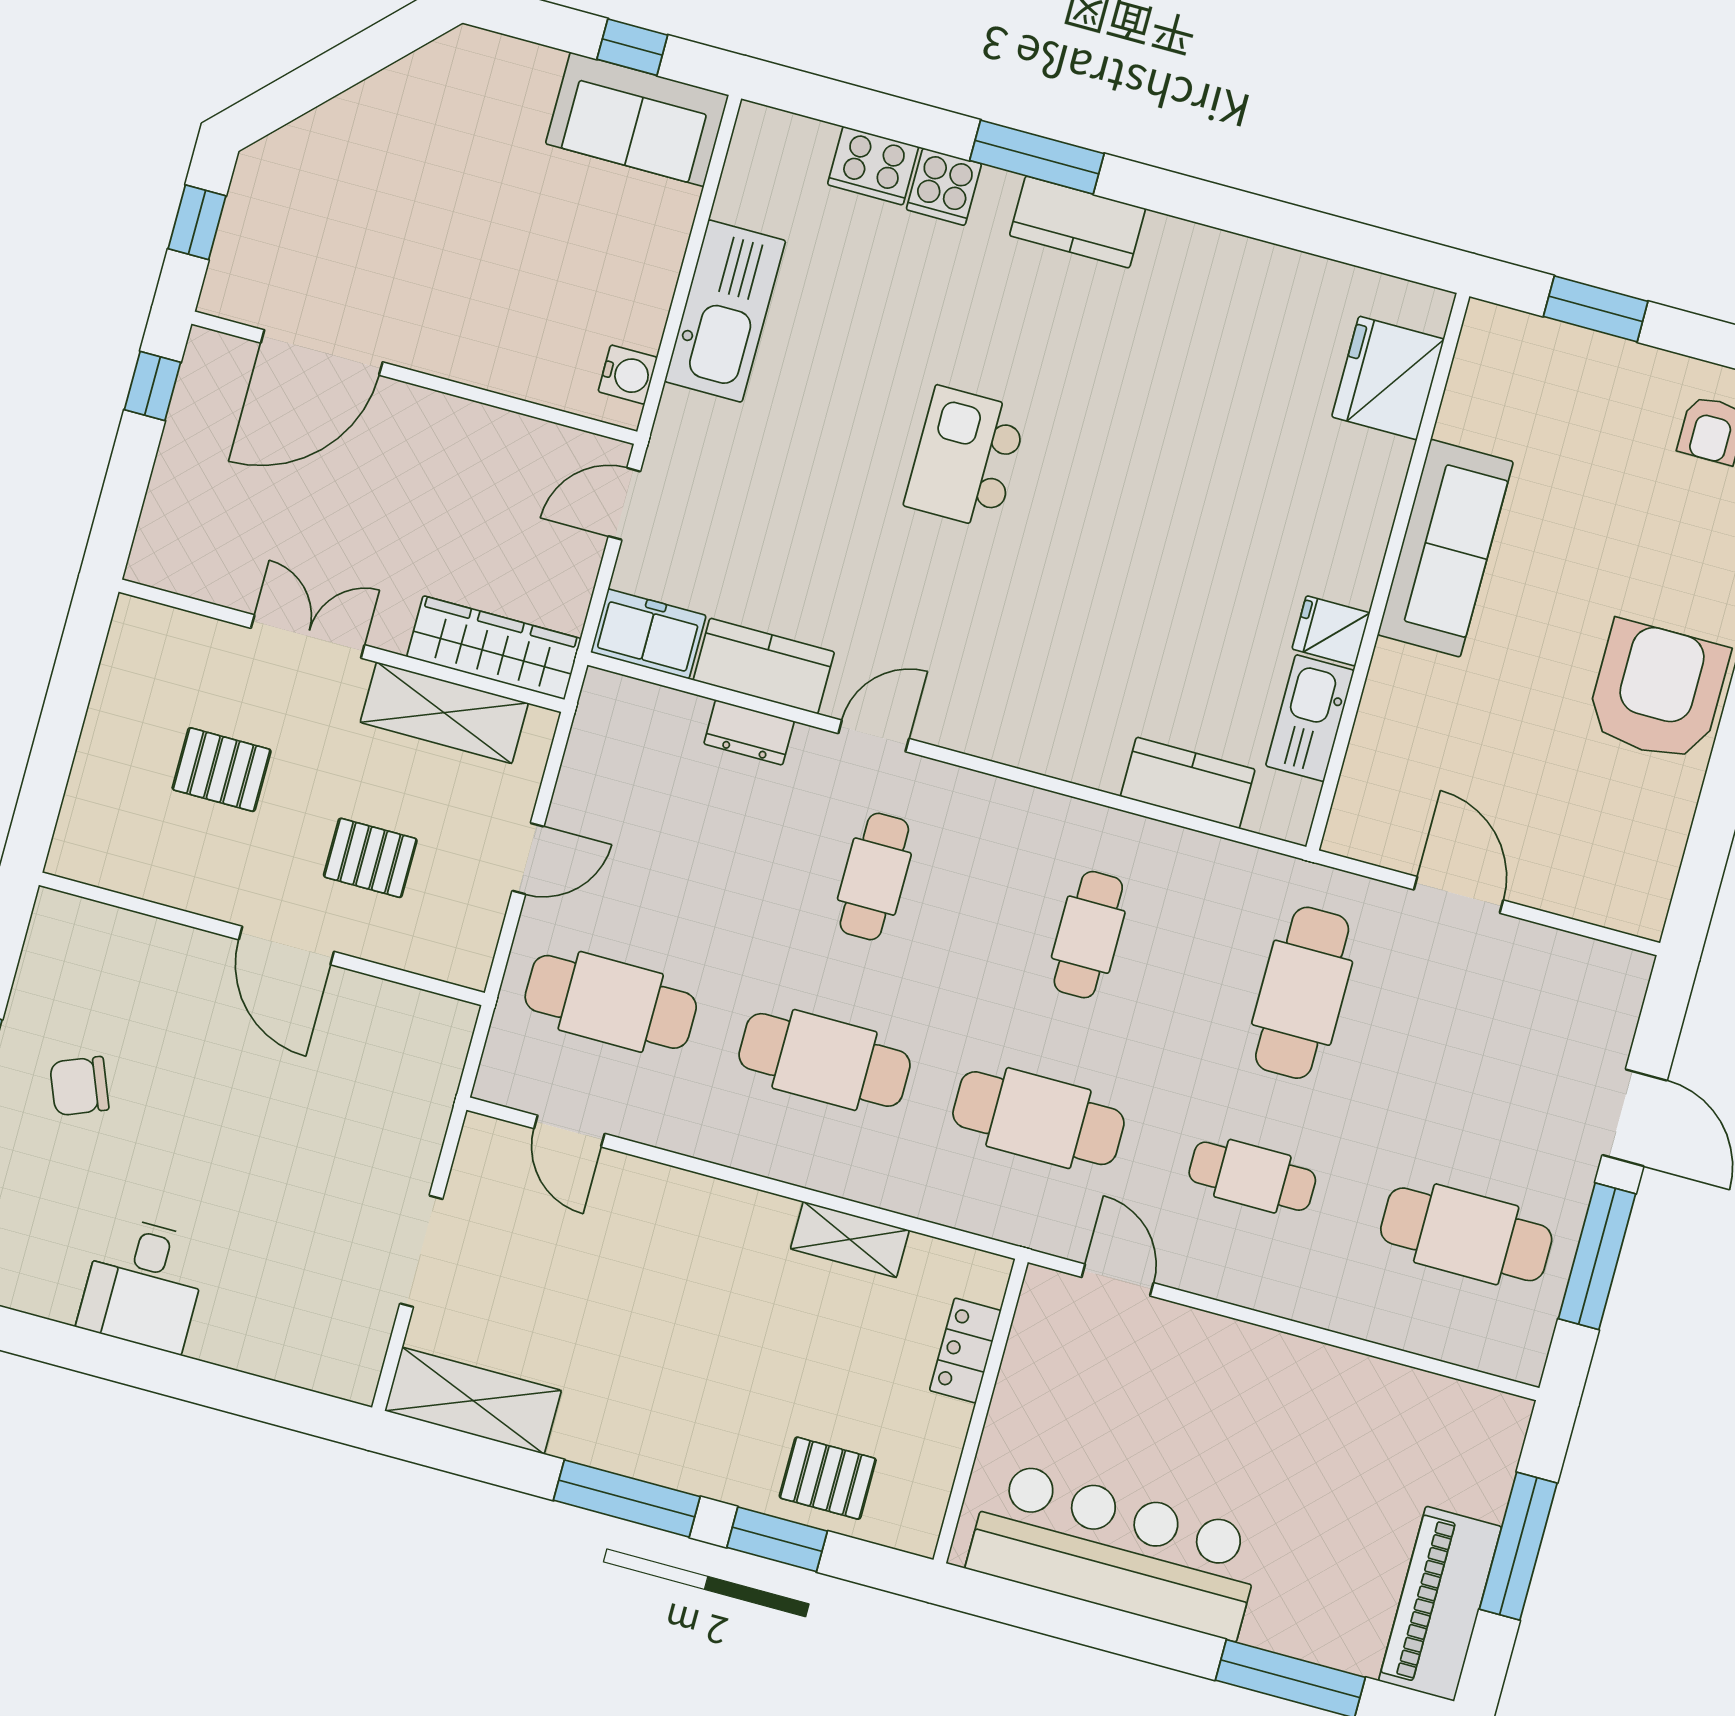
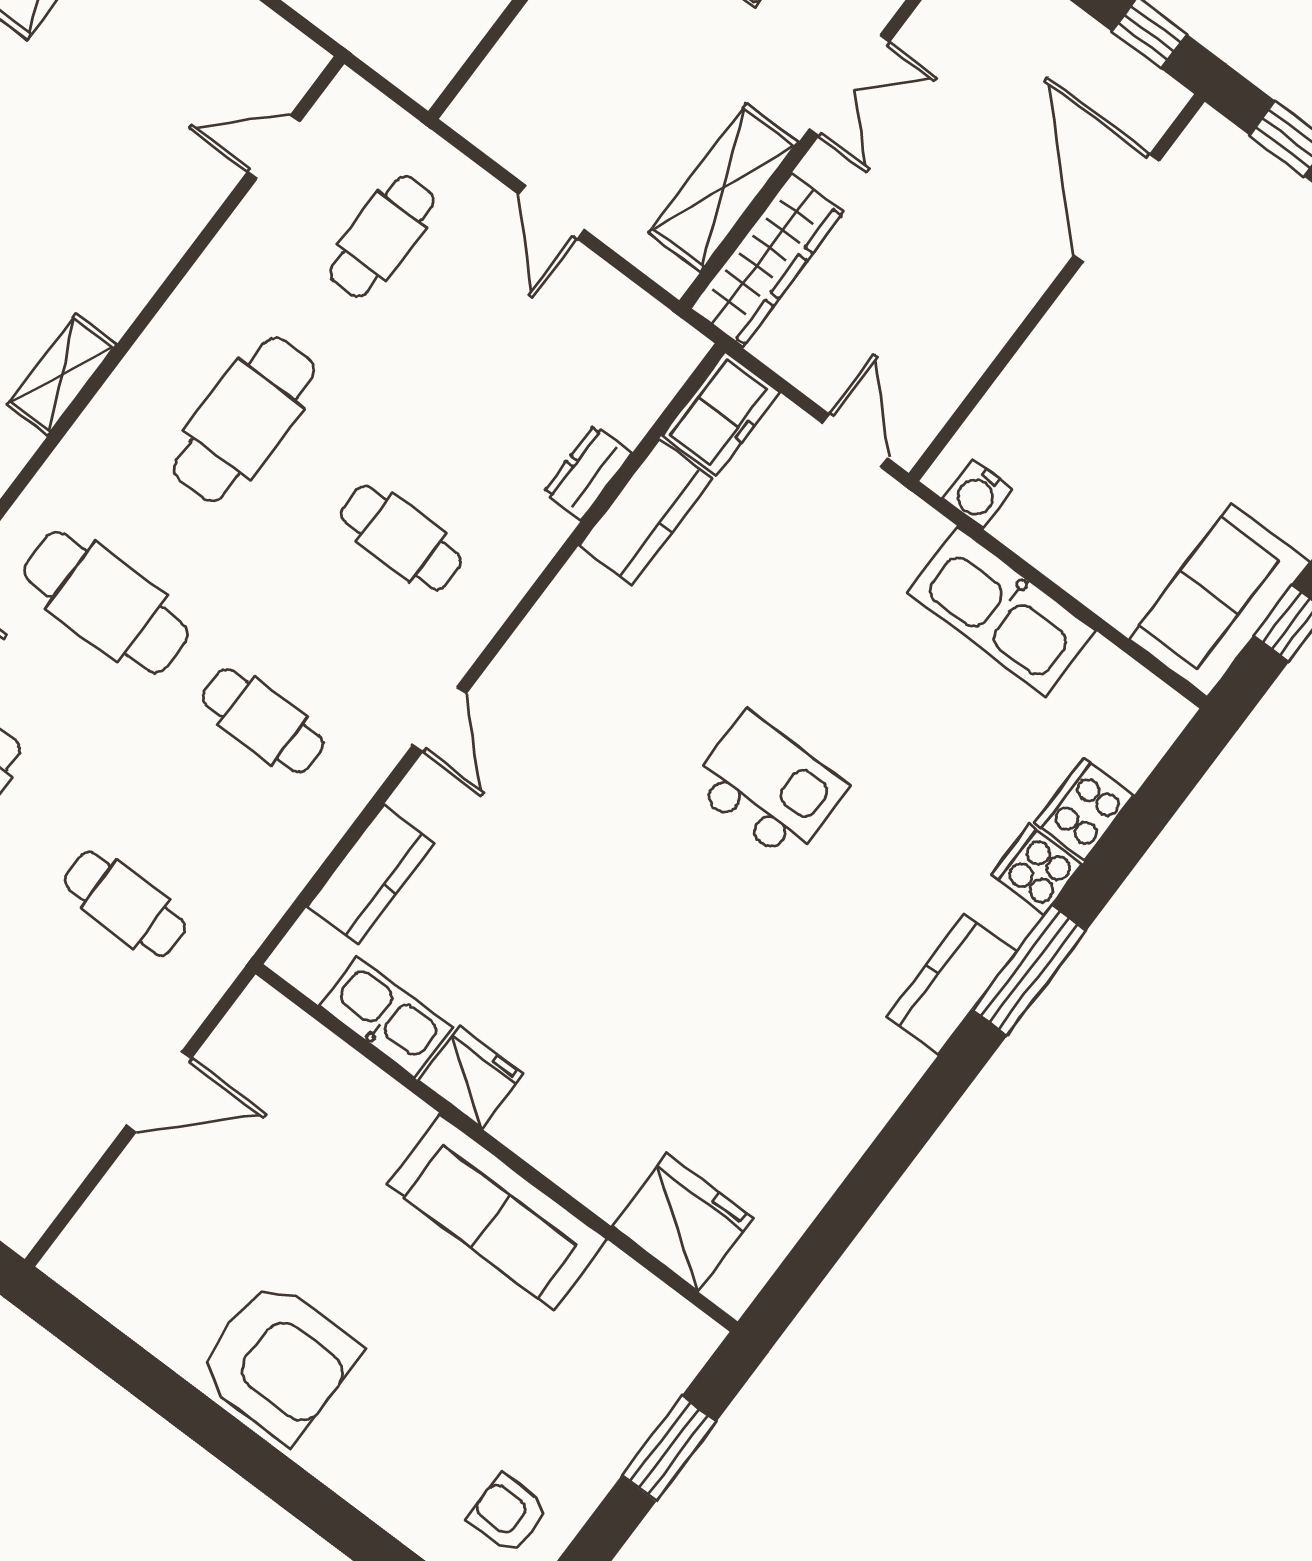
fridge: (1331, 631) -> (470, 1077), width x1.38
door: (874, 736) -> (439, 719), moved
pallet: (370, 858) -> (613, 61), removed
cafe table: (1302, 993) -> (125, 904), width x0.73, depth x0.74
cafe table: (611, 1002) -> (382, 236), width x0.73, depth x0.74
cafe table: (1038, 1118) -> (106, 602), turned 90

